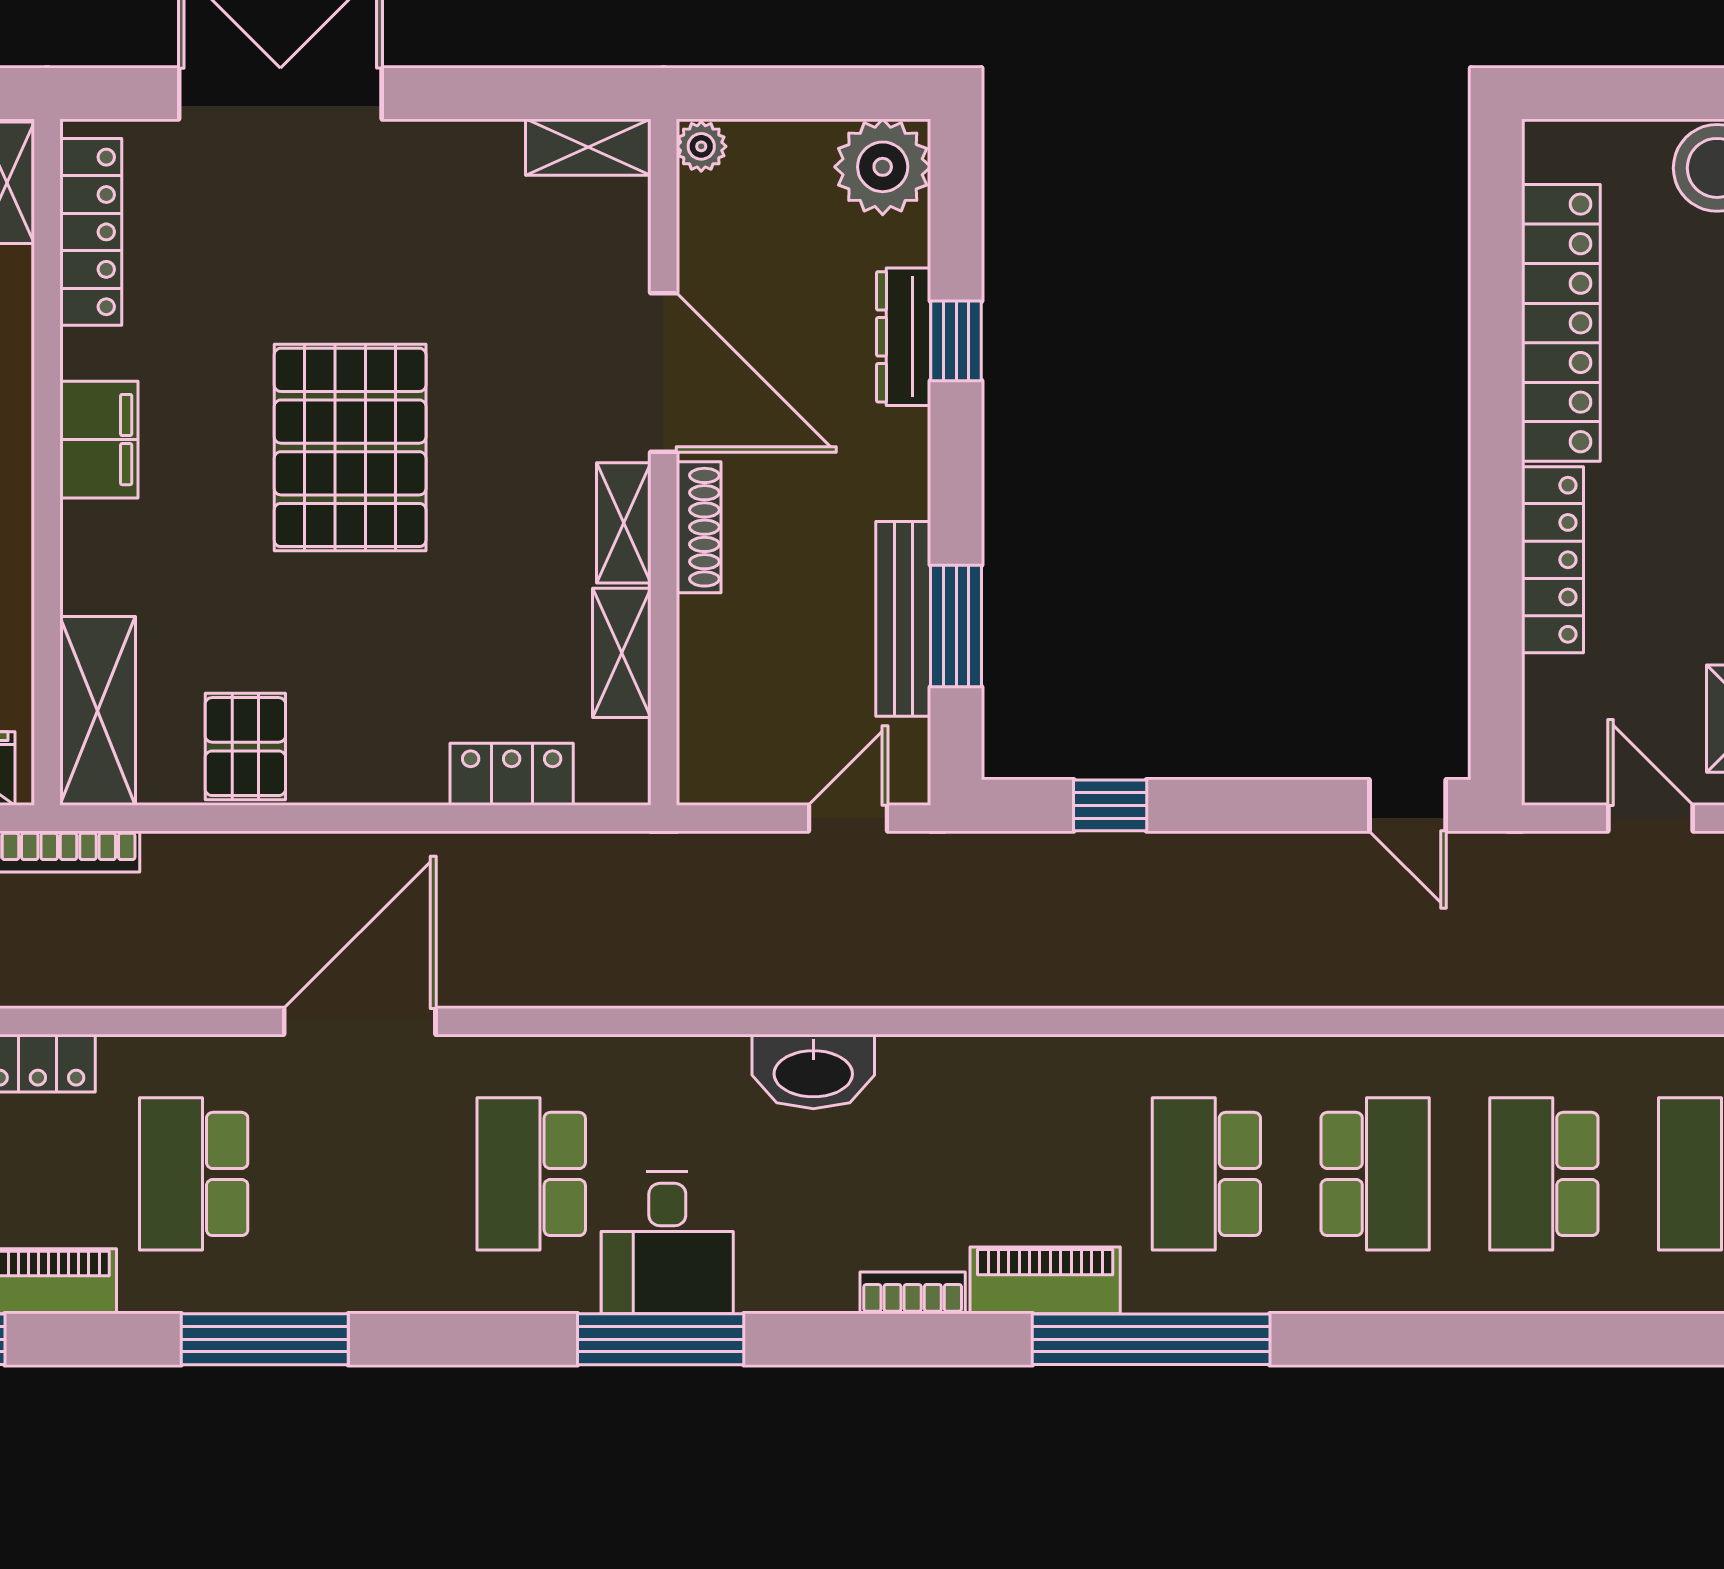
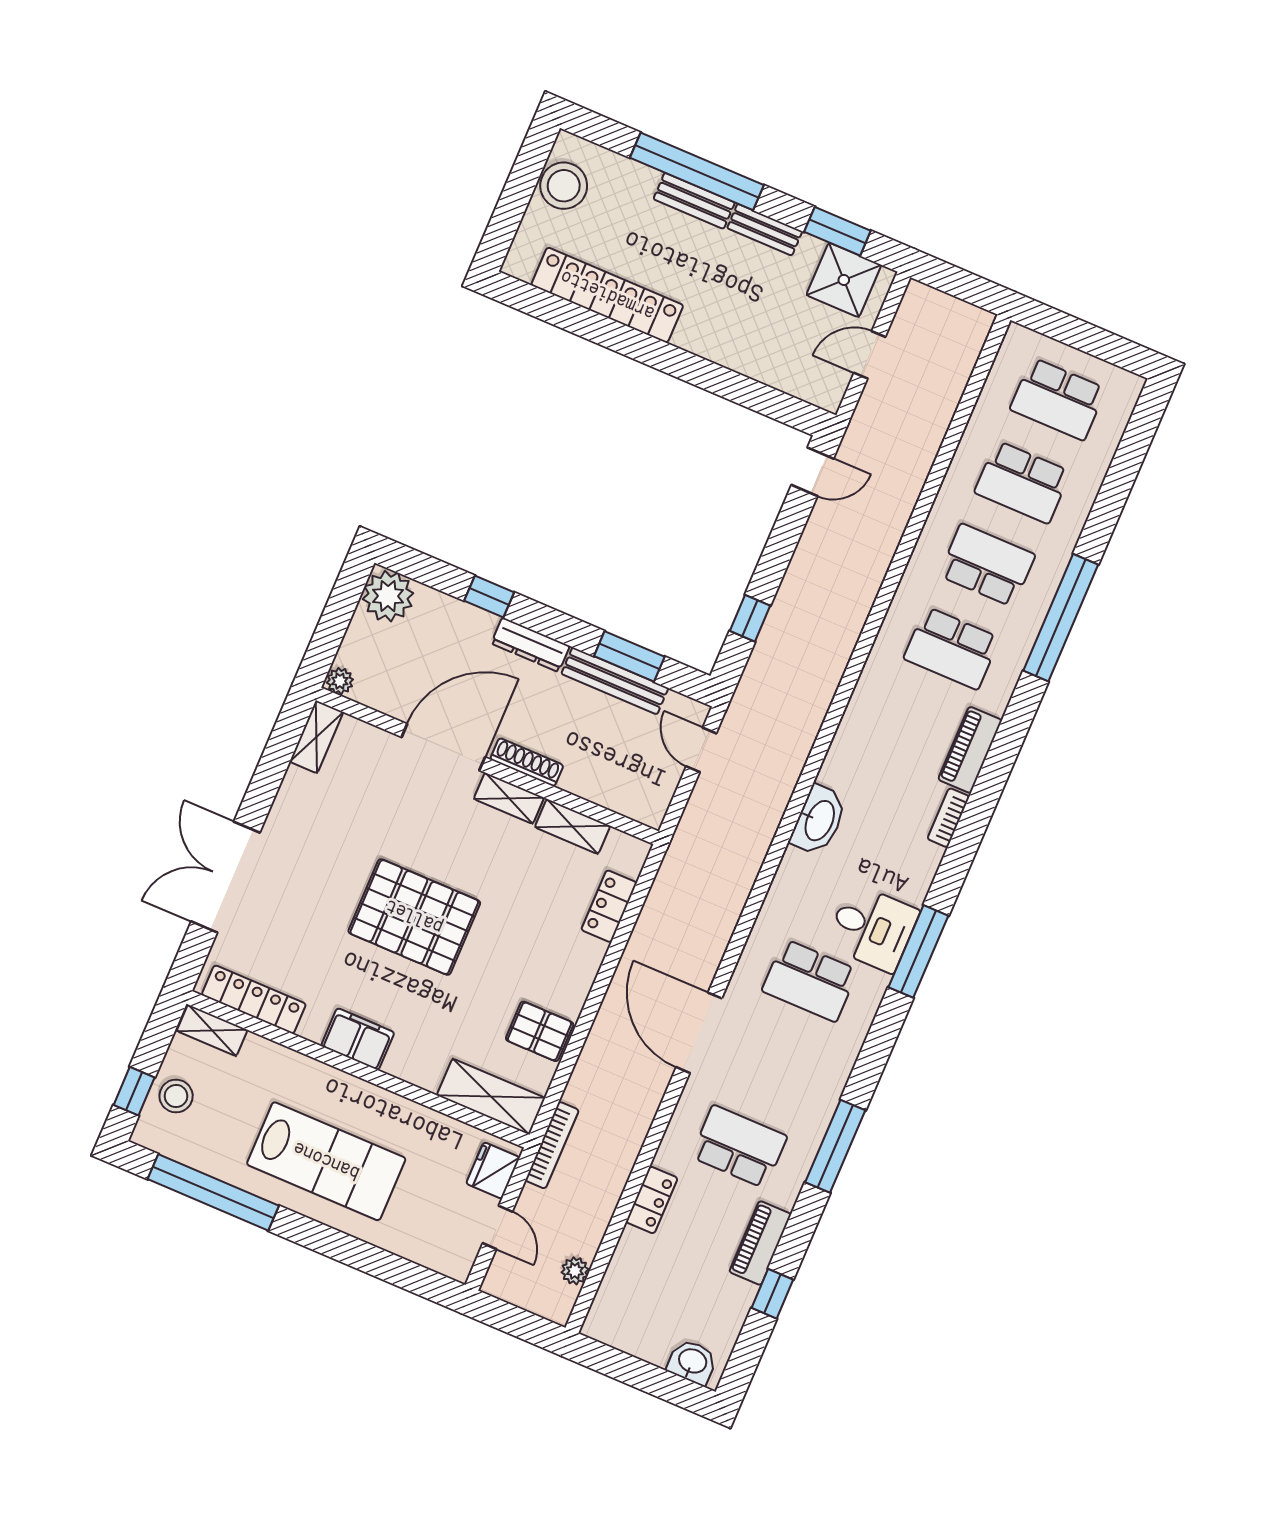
dresser: (904, 337) -> (530, 645), moved
locker: (1553, 560) -> (722, 349), removed
school desk: (194, 1174) -> (739, 1147), turned 180
window: (1151, 1339) -> (1061, 618), moved

